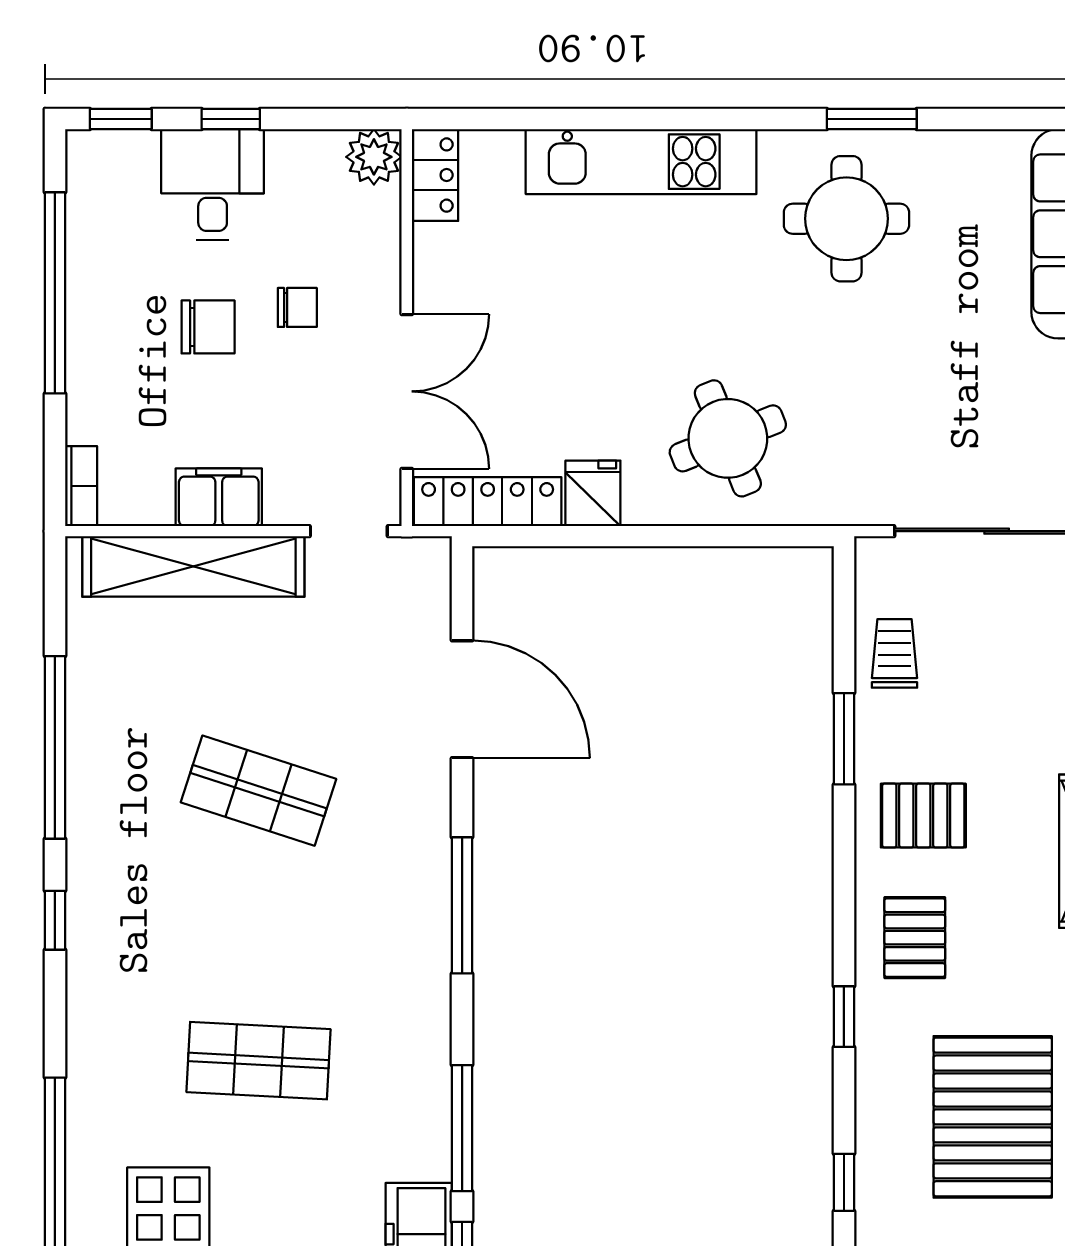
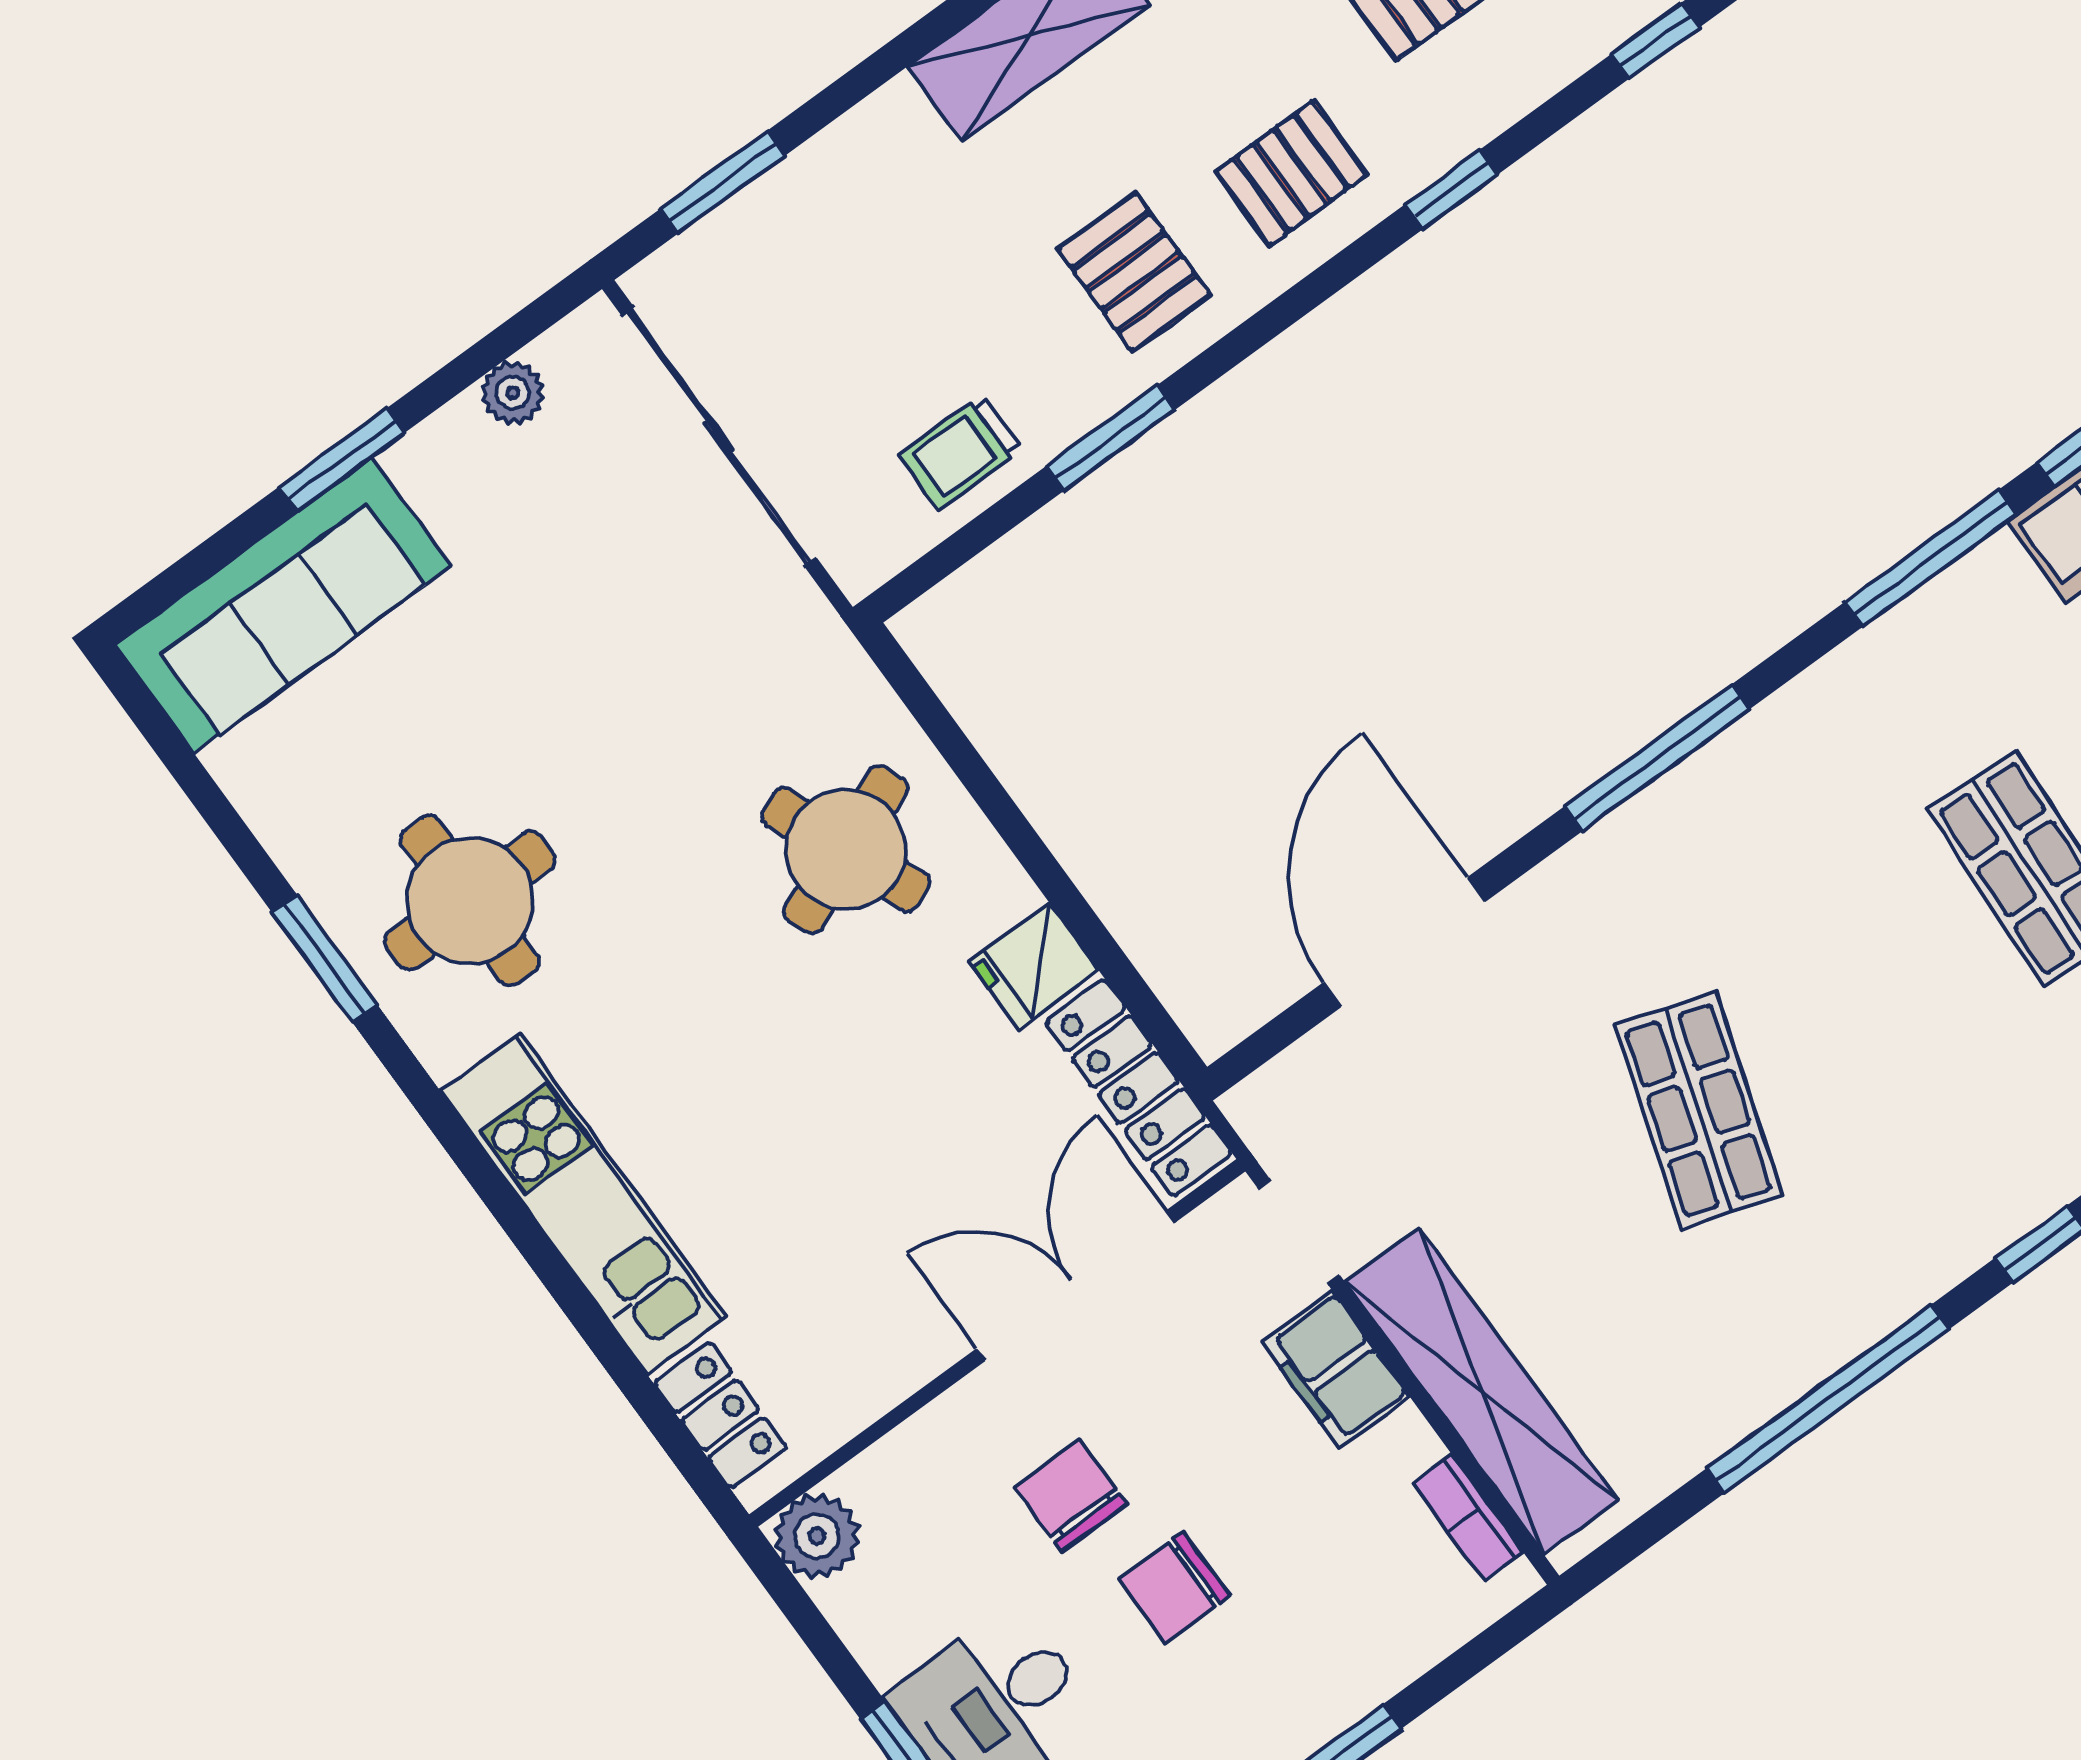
locker: (435, 175) -> (720, 1415), moved, turned 90
chair: (297, 307) -> (1071, 1495), width x1.37, depth x1.37
chair: (208, 327) -> (1174, 1587), turned -90
bookcase: (81, 486) -> (1468, 1517), moved, turned -90
filing cabinet: (219, 497) -> (1336, 1369), moved

